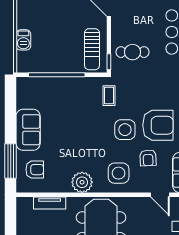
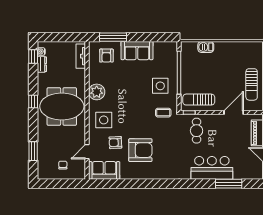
armchair: (158, 125) -> (140, 150), turned -90
side table: (125, 130) -> (160, 86), moved
tv unit: (50, 203) -> (81, 56), moved

